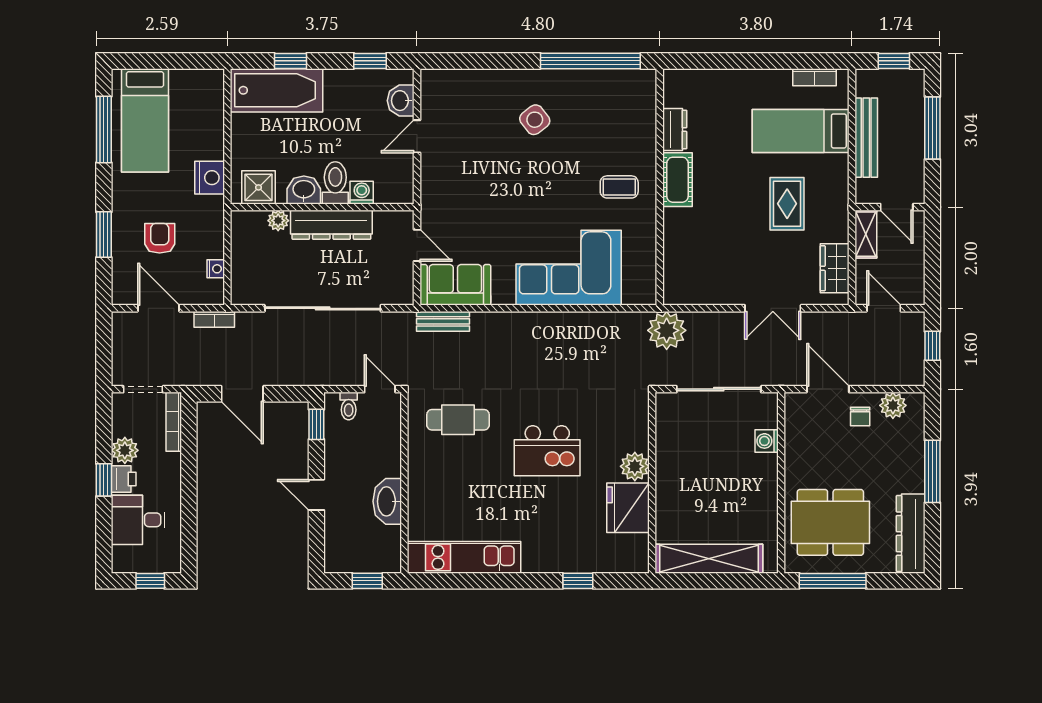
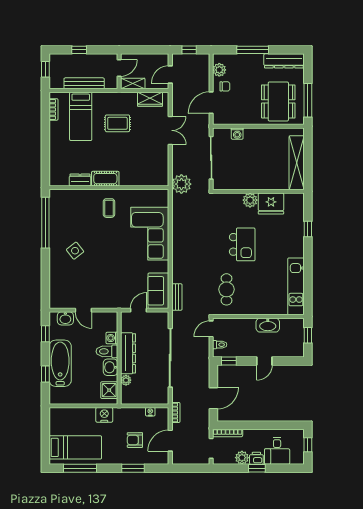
bathtub: (276, 90) -> (60, 363), moved
window: (932, 128) -> (79, 50), width x0.46

